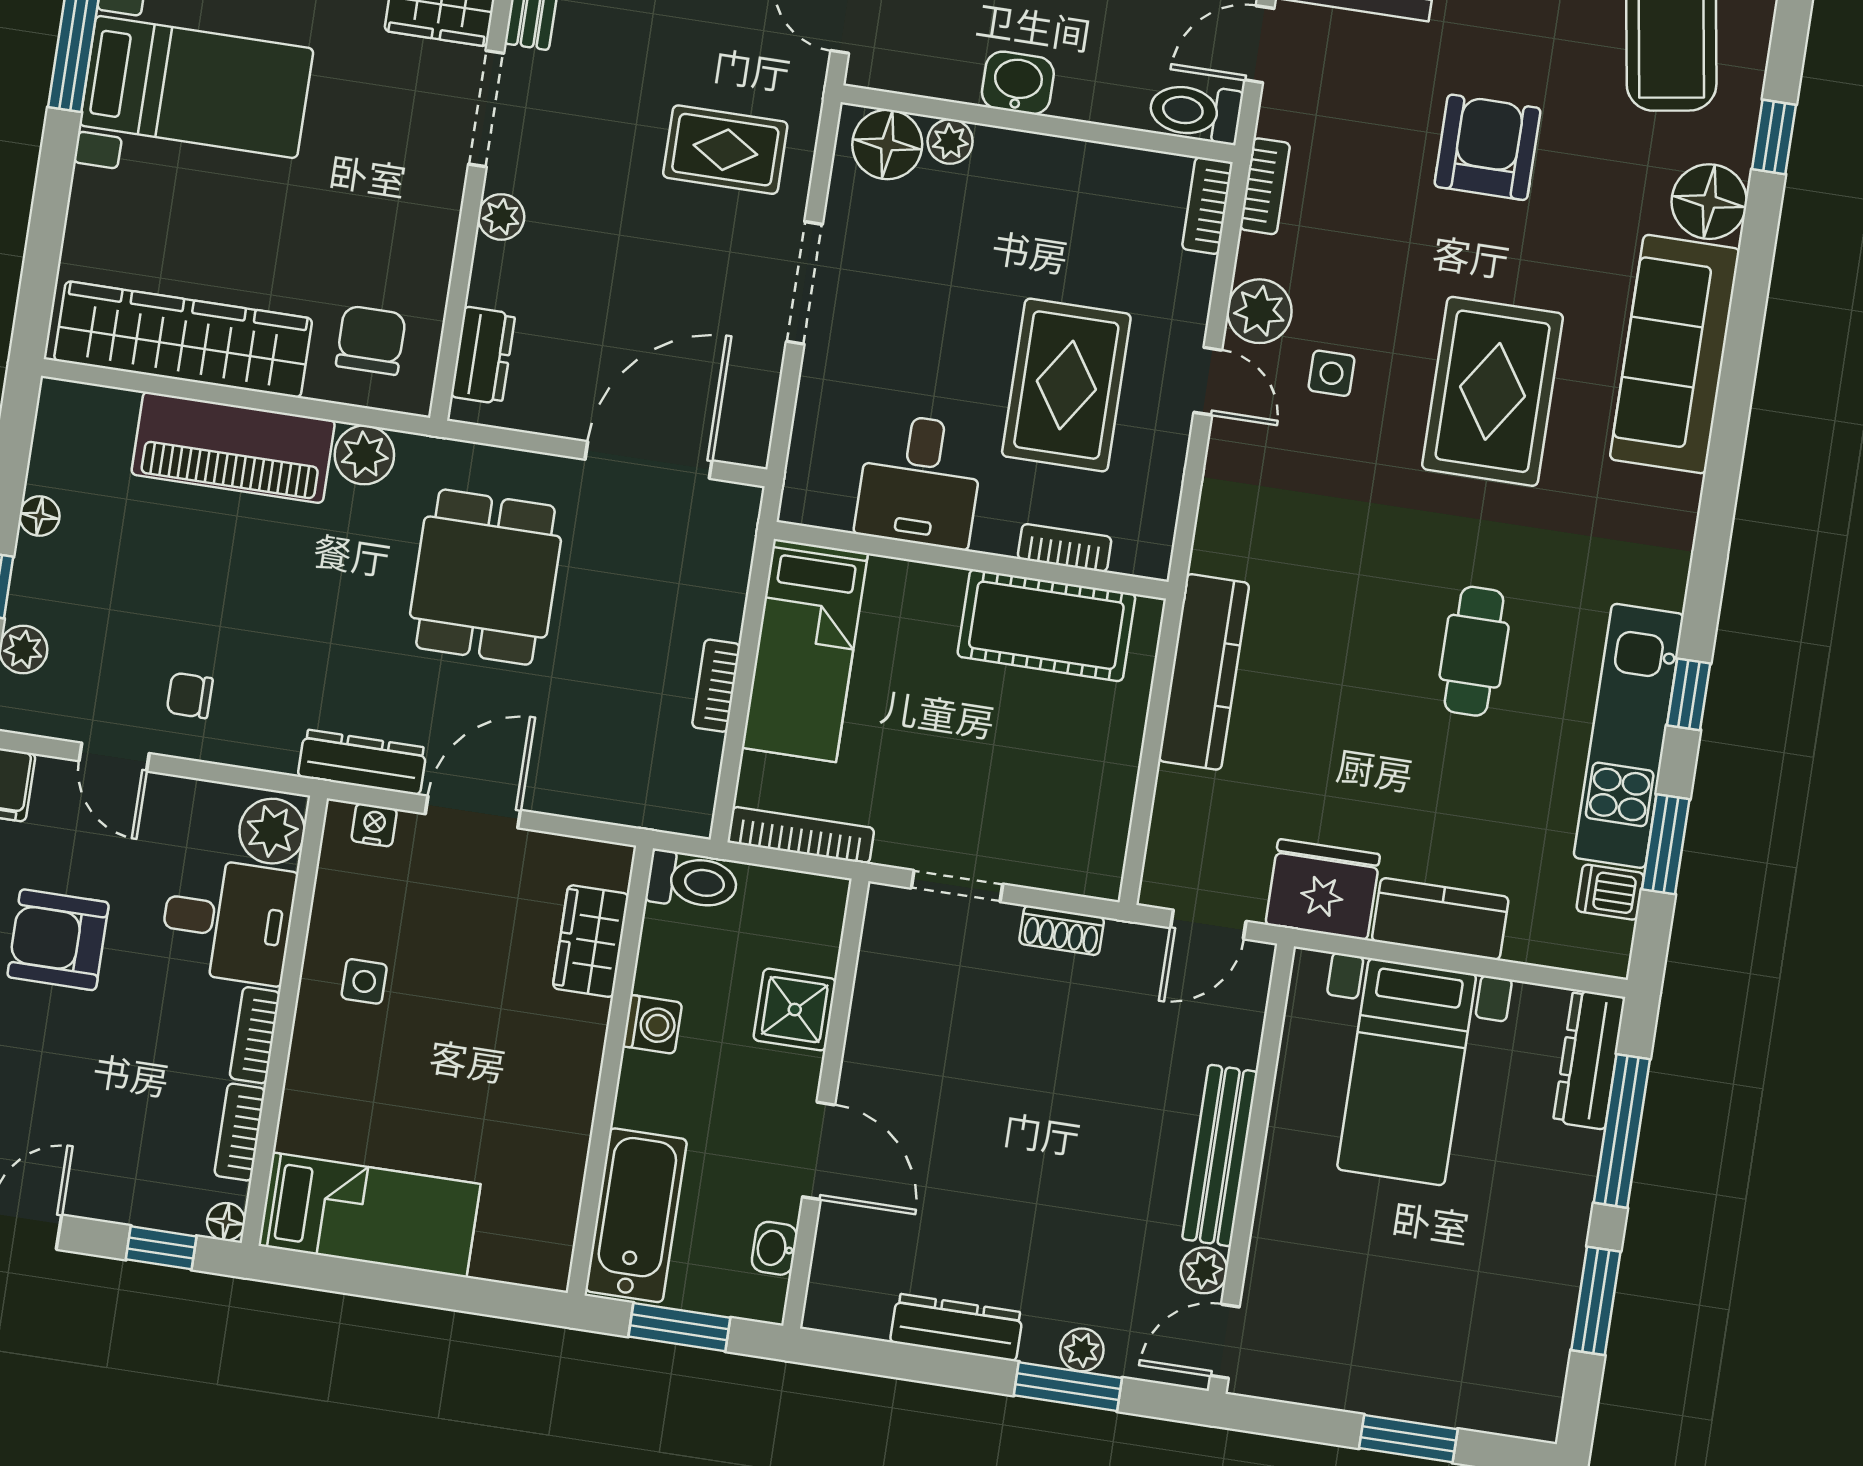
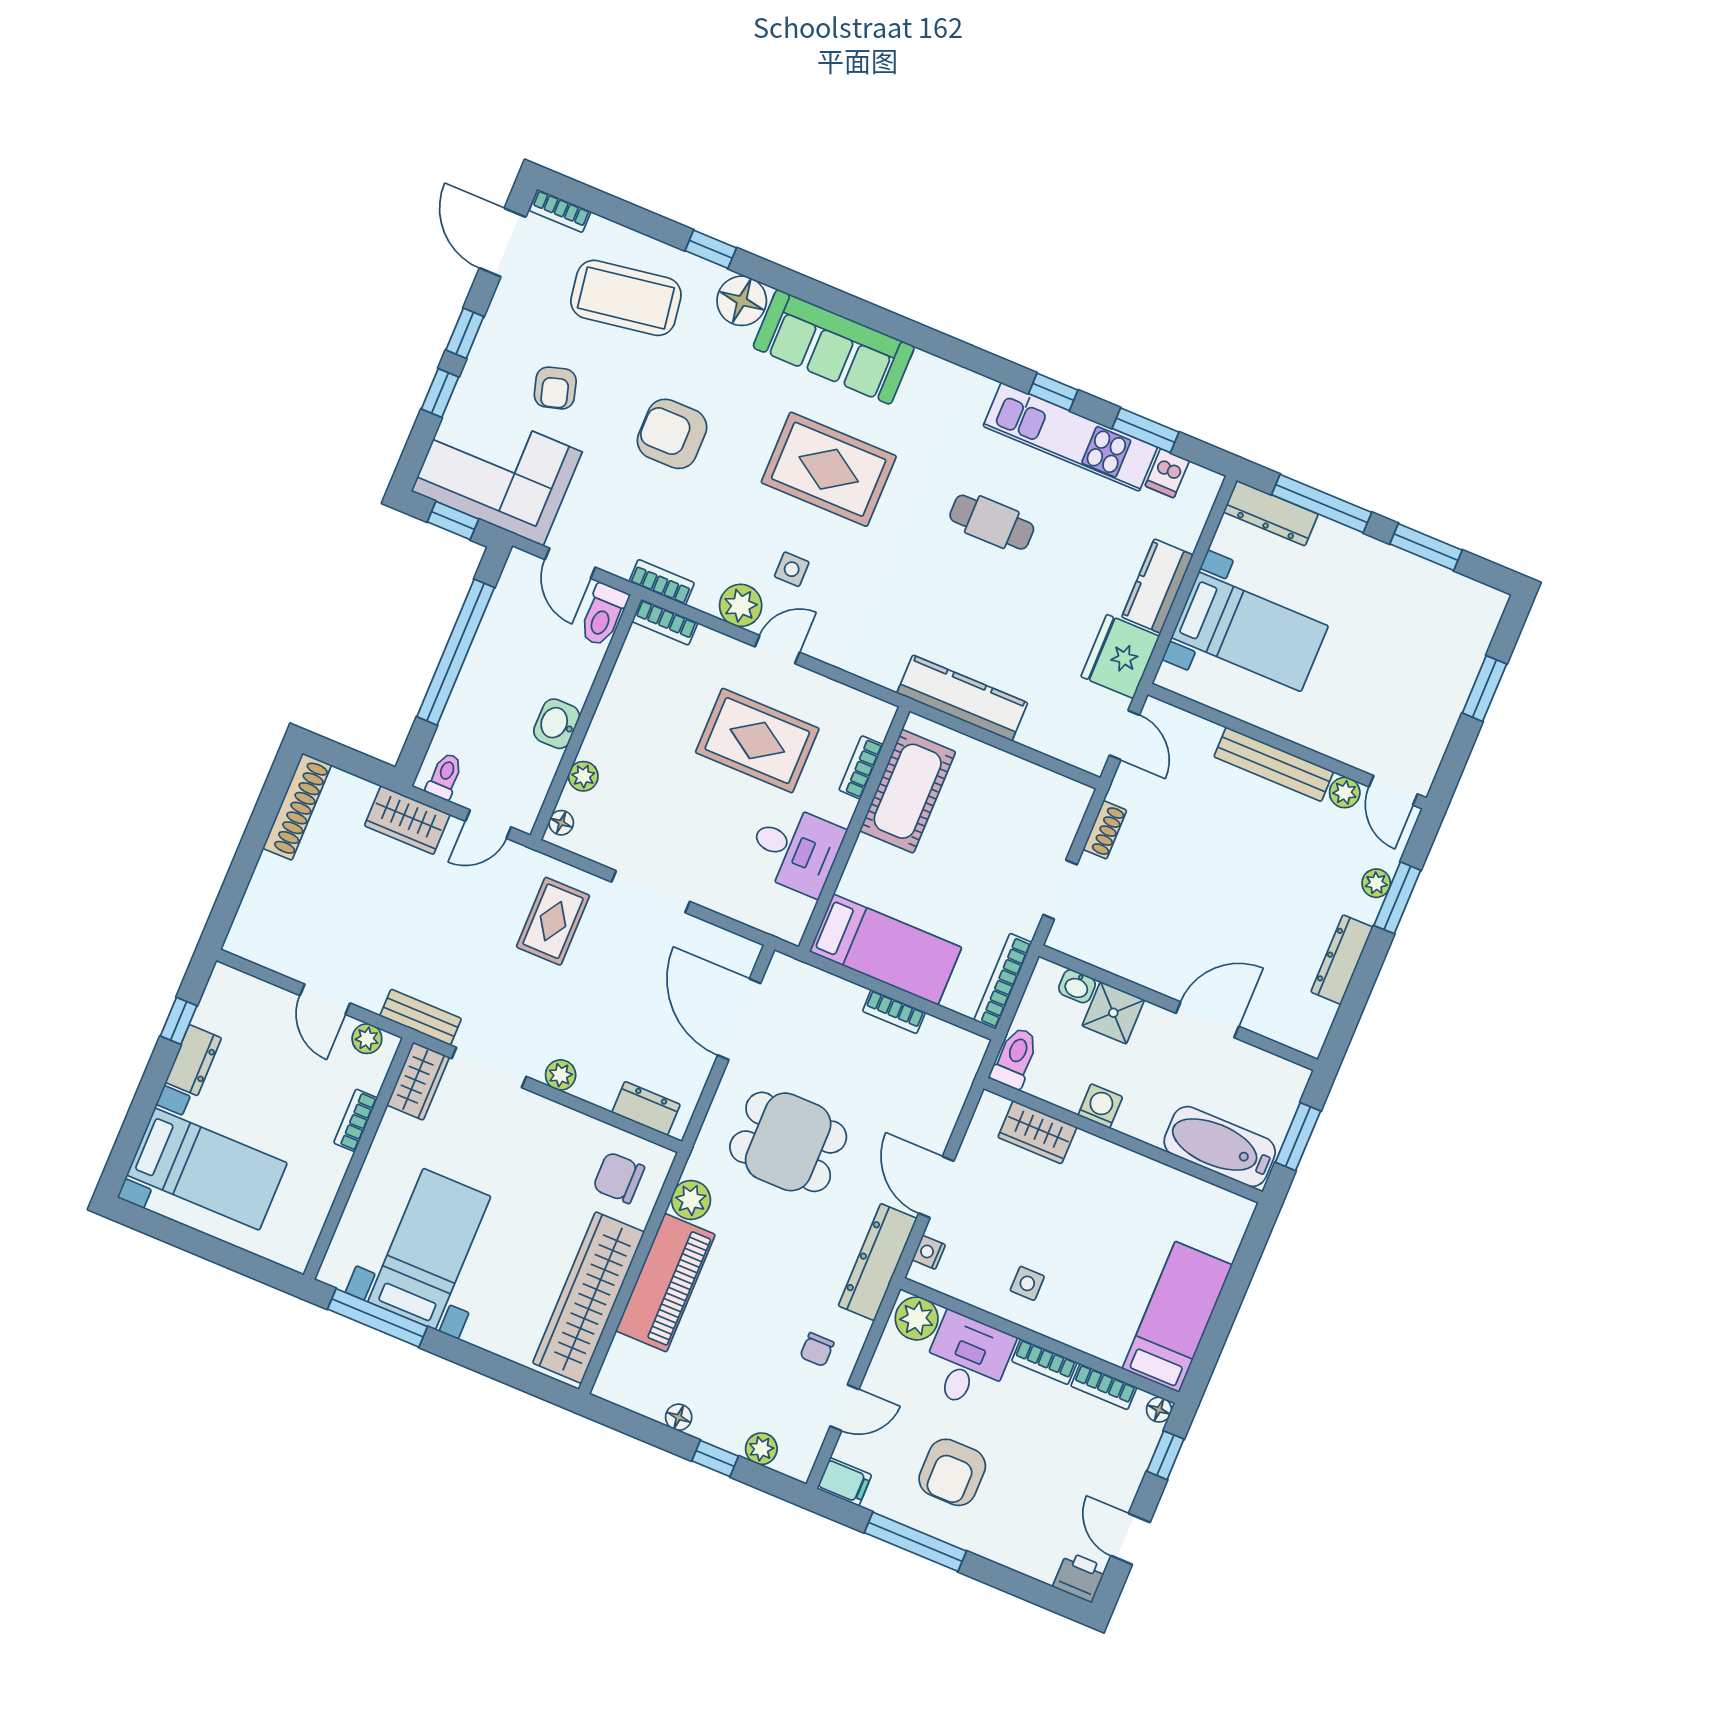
floor lamp: (887, 144) -> (561, 823), width x0.53, depth x0.53
dresser: (362, 762) -> (878, 1262), width x1.37, depth x1.24
washbasin: (774, 1248) -> (1077, 986), moved

